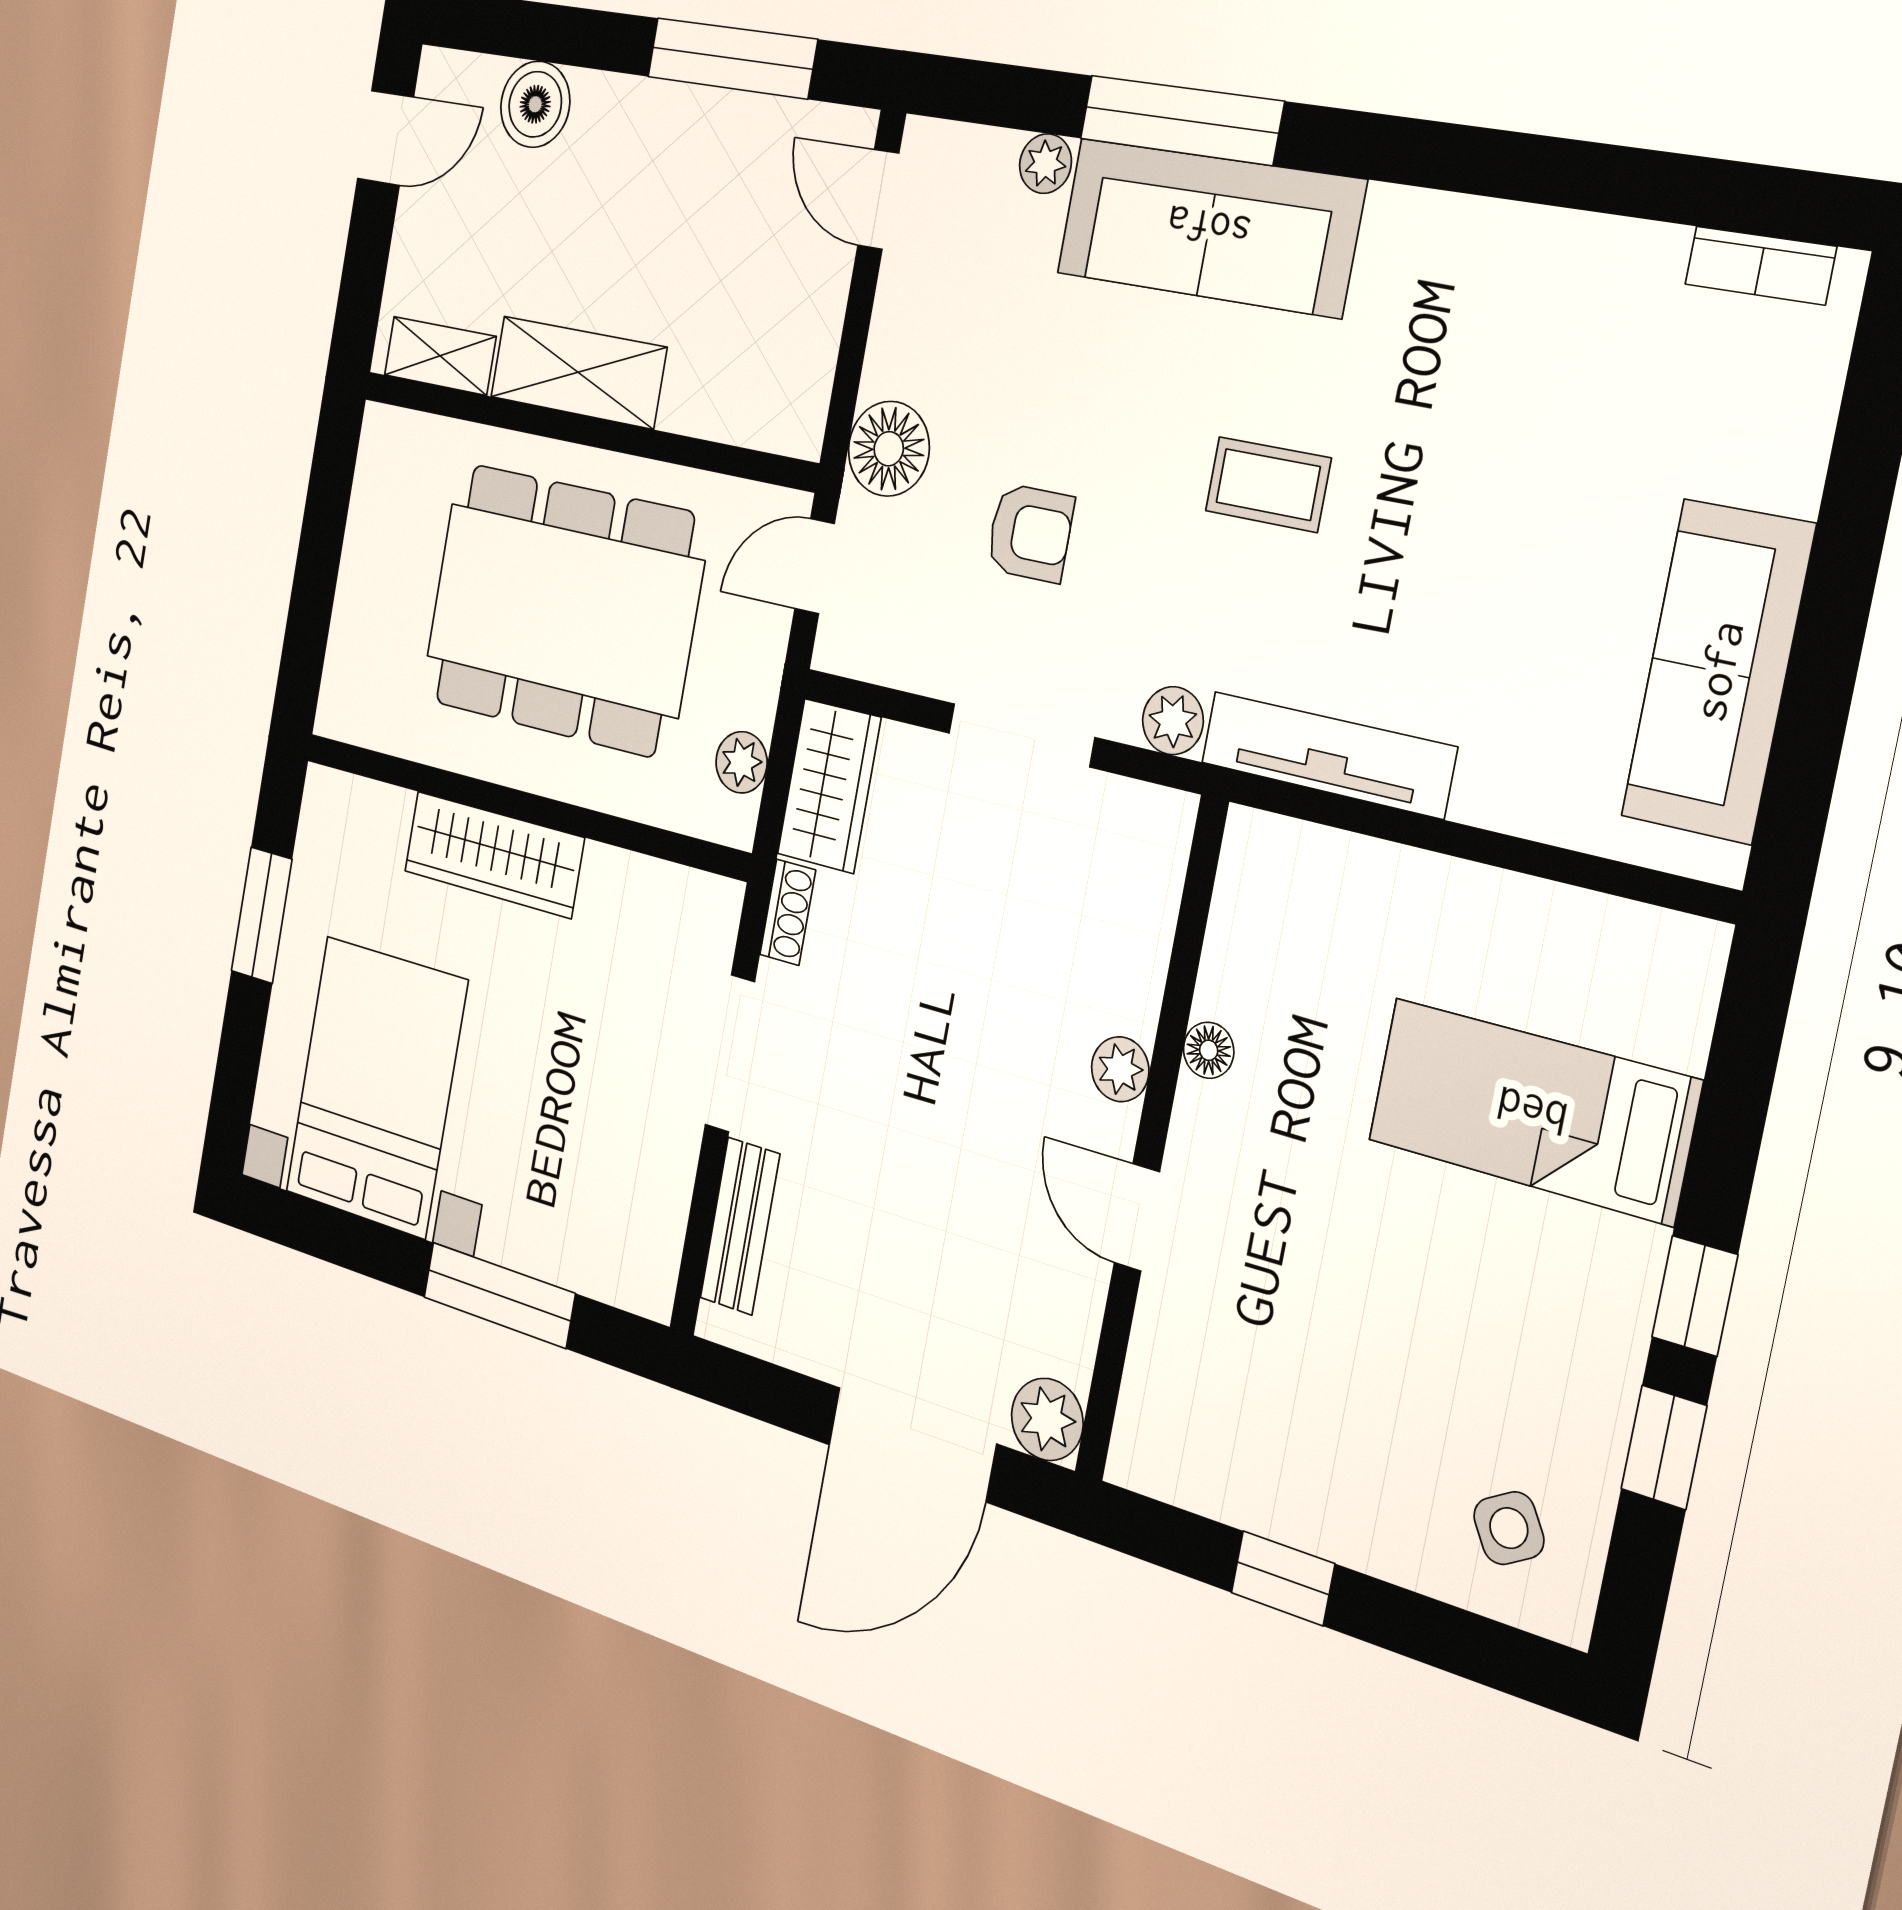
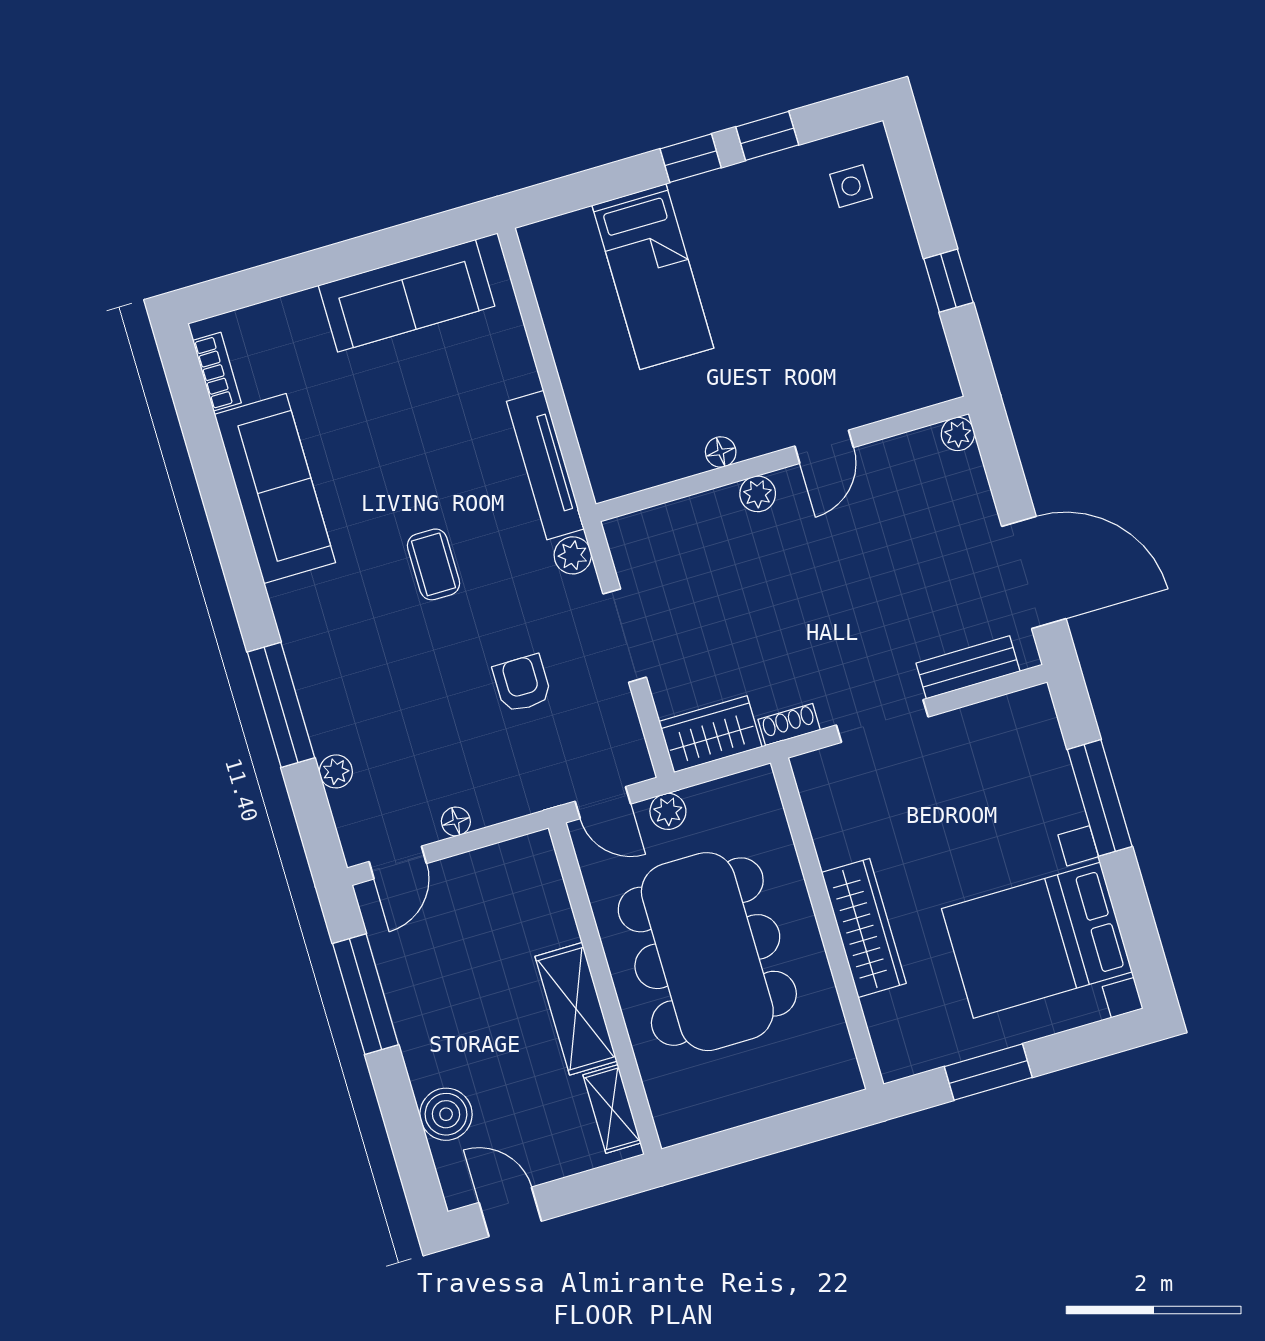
sofa: (1209, 227) -> (275, 489), moved
floor lamp: (889, 449) -> (456, 821), moved, width x0.53, depth x0.53
plant: (741, 762) -> (668, 811), moved
plant: (1047, 1419) -> (958, 434), width x0.73, depth x0.73
door: (912, 1444) -> (1034, 573), moved
side table: (1509, 1528) -> (851, 186), turned 31

